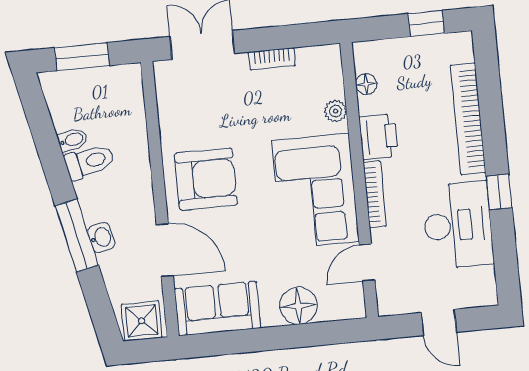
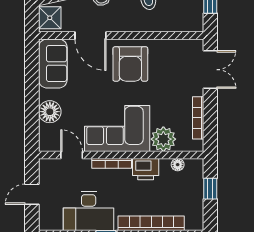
window: (426, 23) -> (210, 189), moved
bookcase: (272, 59) -> (198, 118), width x1.56
plant: (336, 111) -> (163, 139), width x1.87, depth x1.87
door: (165, 250) -> (90, 36), hinge flipped

